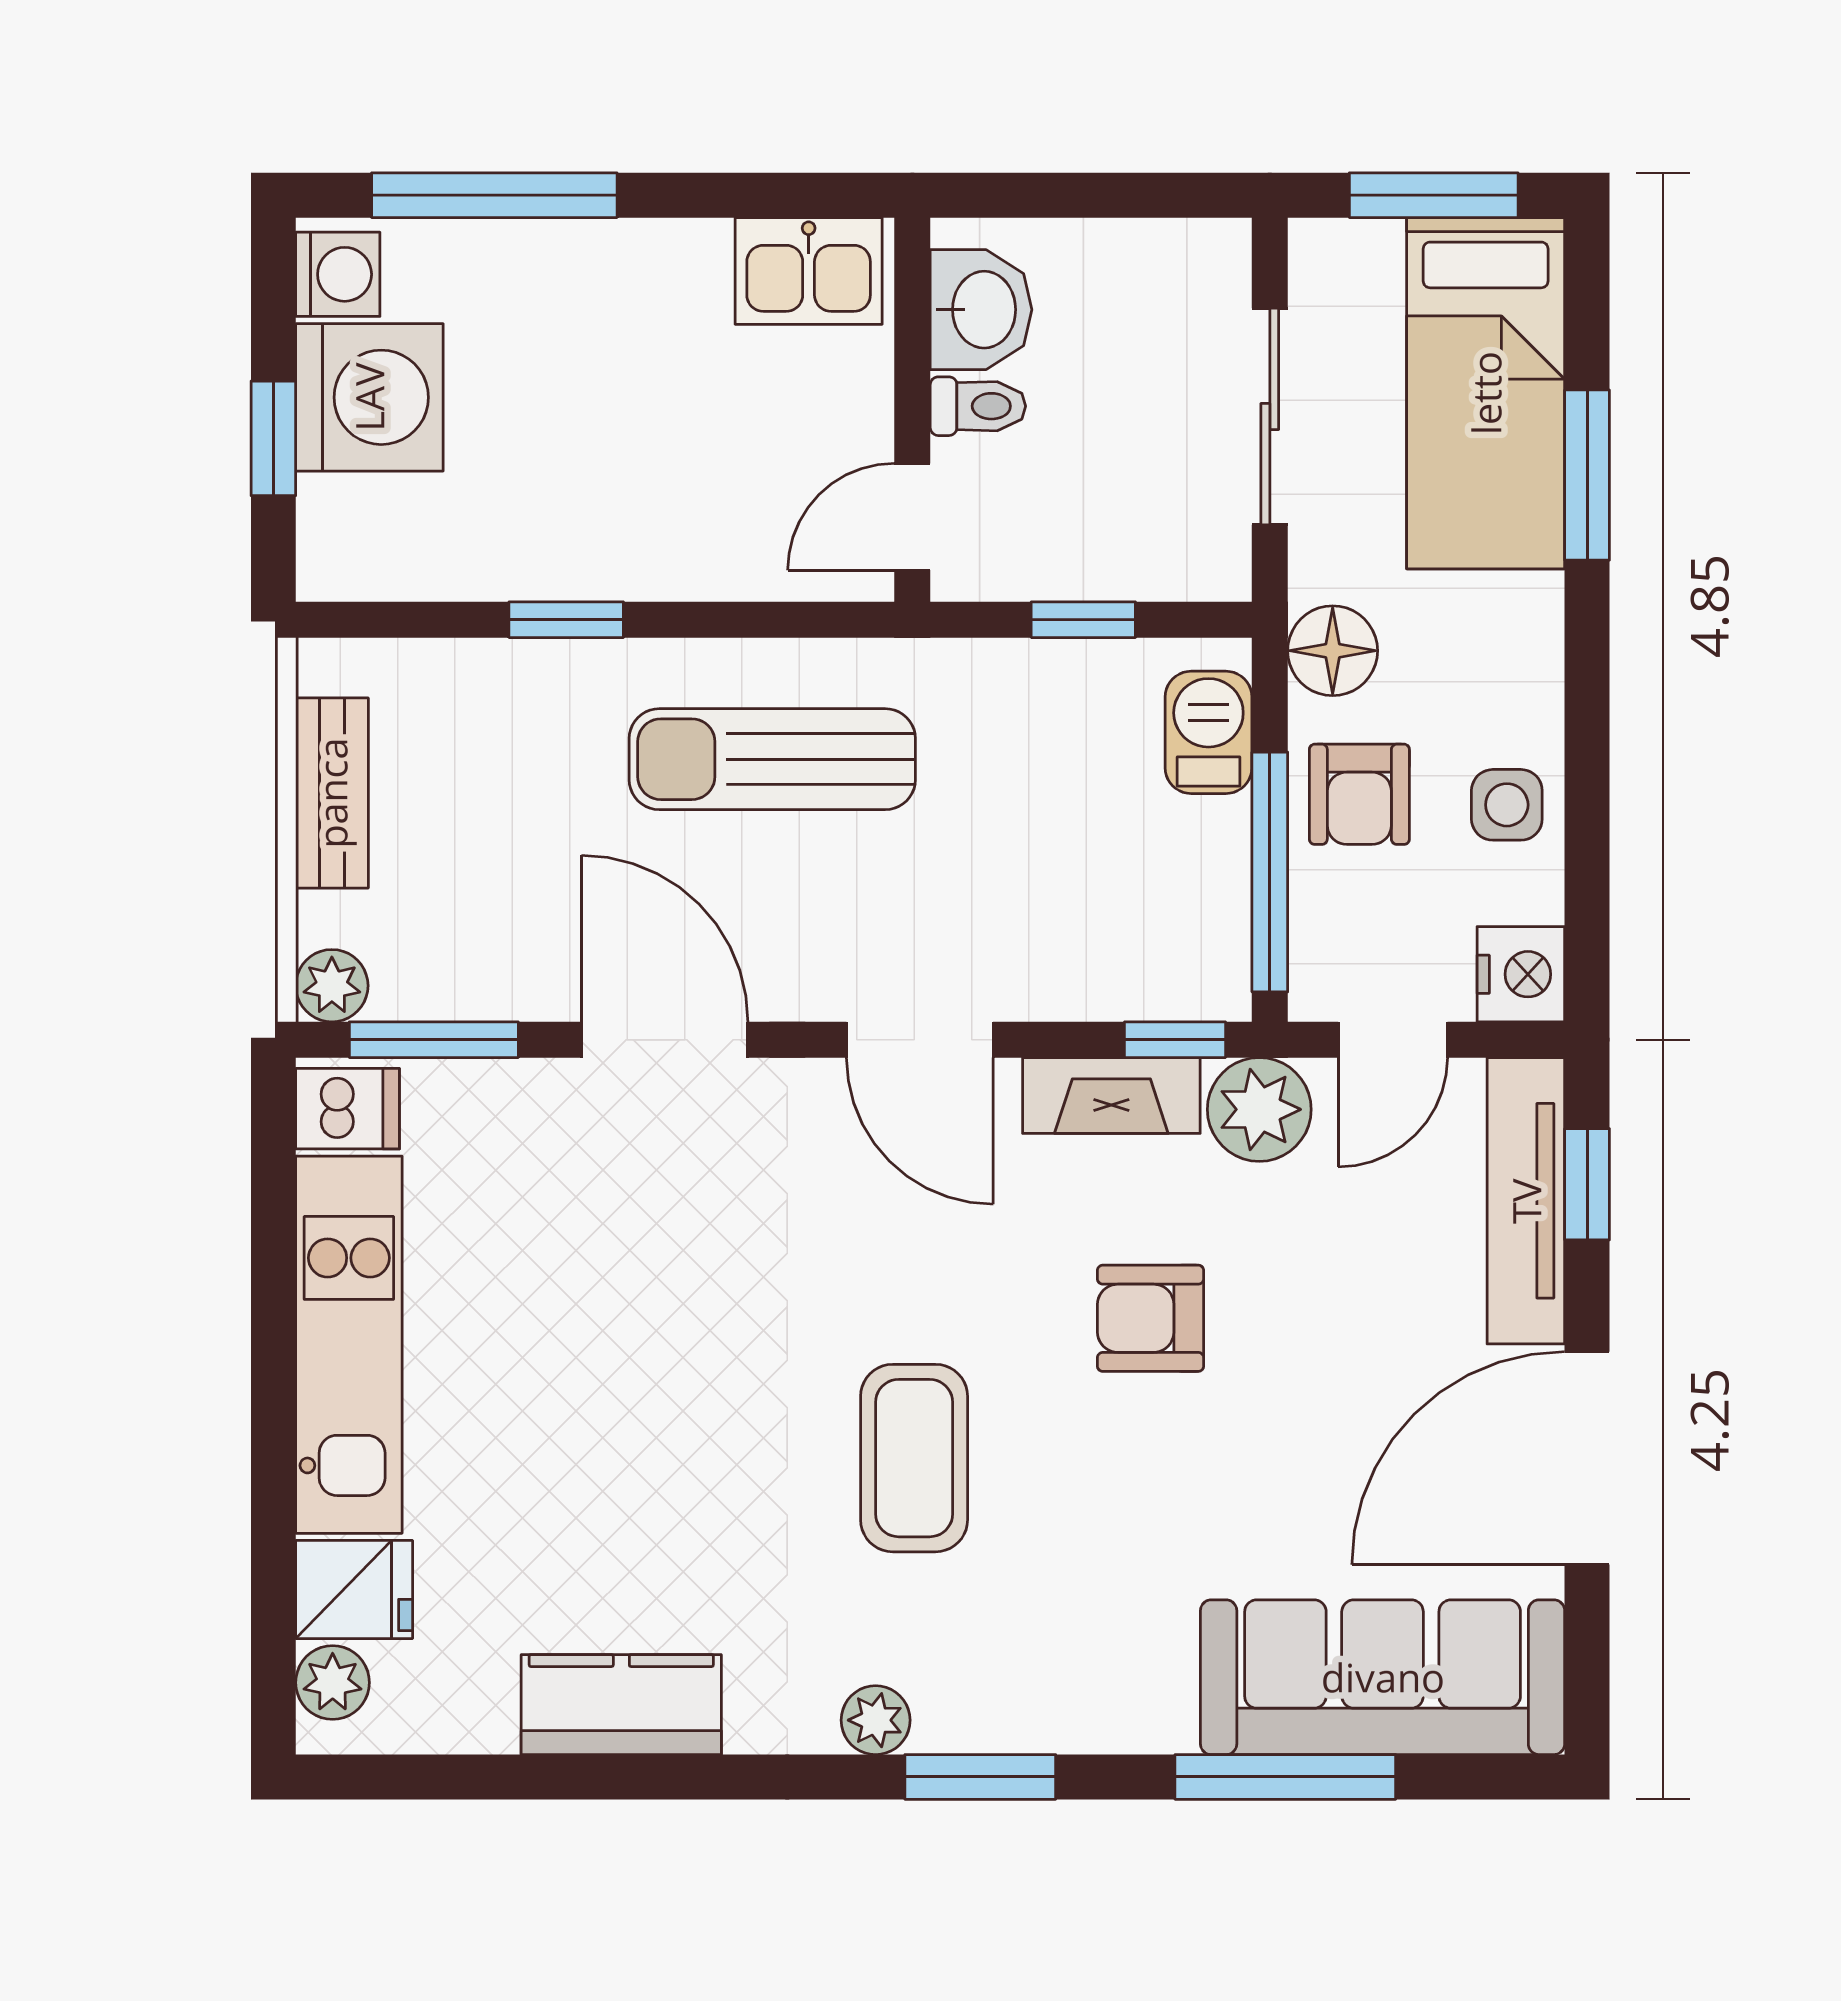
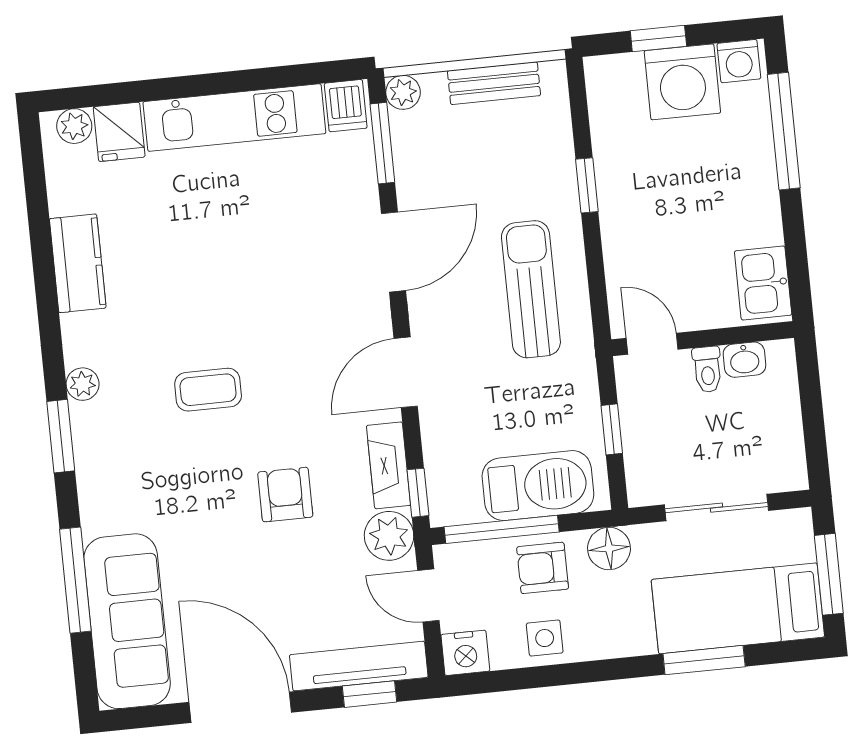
washbasin: (981, 310) -> (744, 360), width x0.72, depth x0.69
barbecue: (1208, 732) -> (538, 486), width x1.88, depth x1.53
coffee table: (914, 1458) -> (208, 390), width x0.73, depth x0.77

